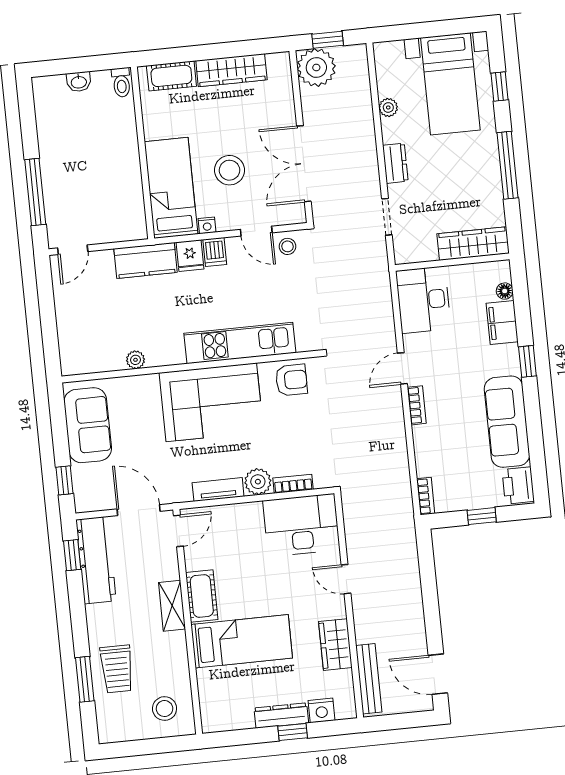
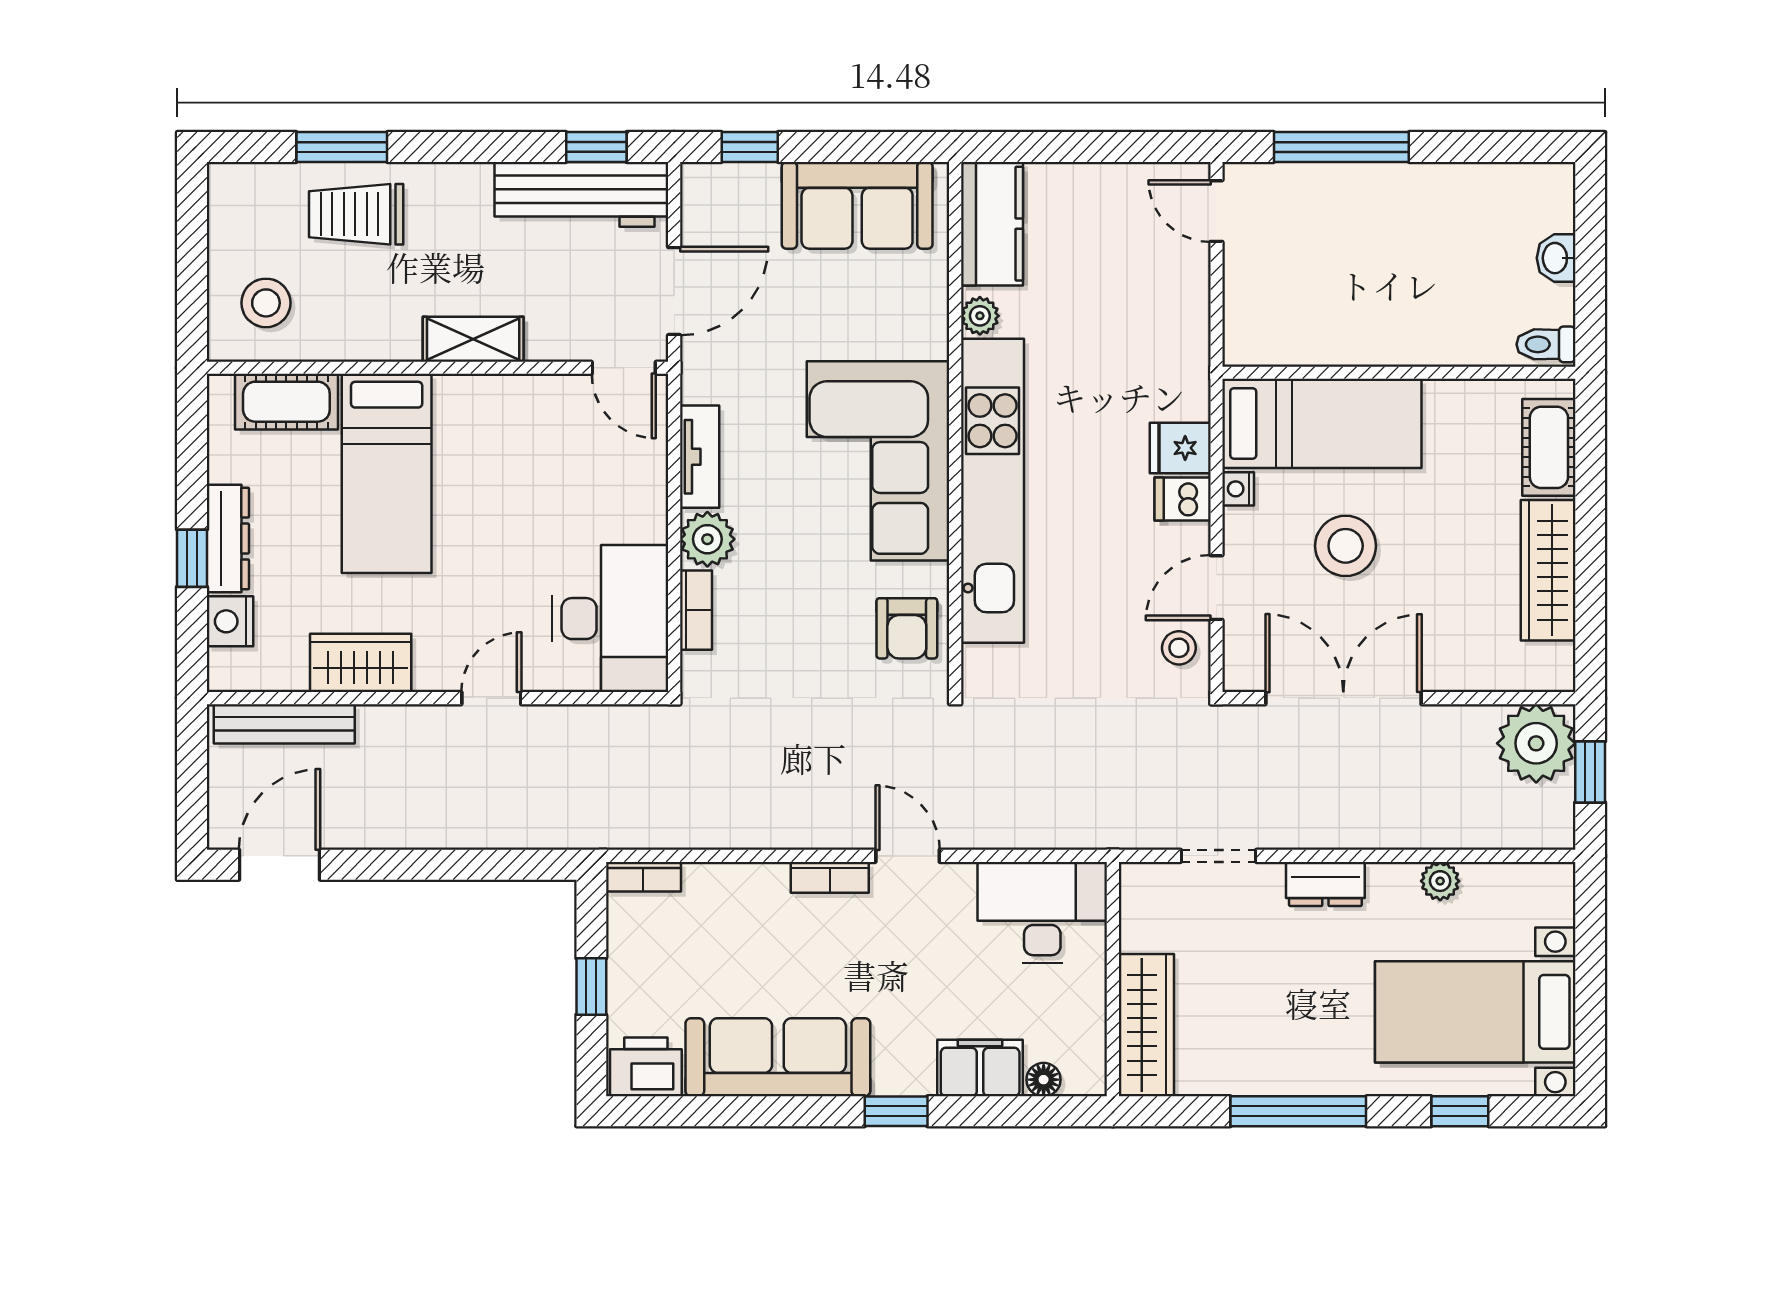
kitchen counter: (146, 260) -> (992, 224), moved, turned 180
kitchen unit: (240, 343) -> (993, 491), width x1.36
cot: (202, 596) -> (286, 402), moved

